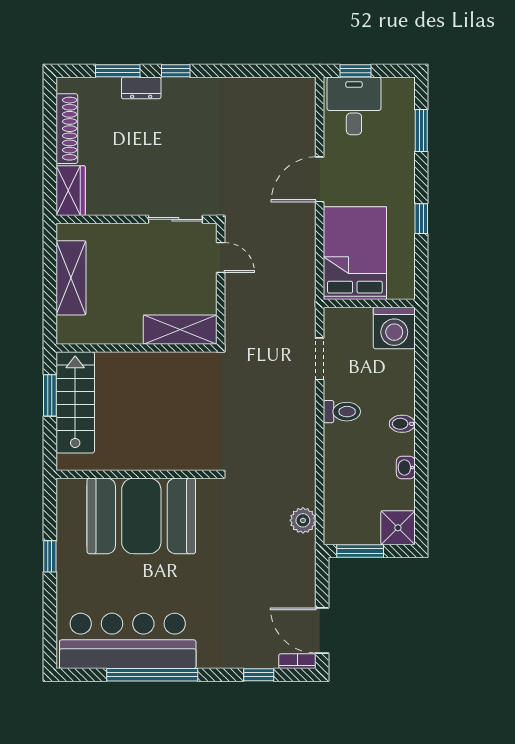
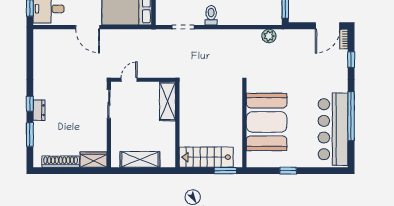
dresser: (141, 88) -> (39, 110), moved
window: (50, 395) -> (225, 171), moved

